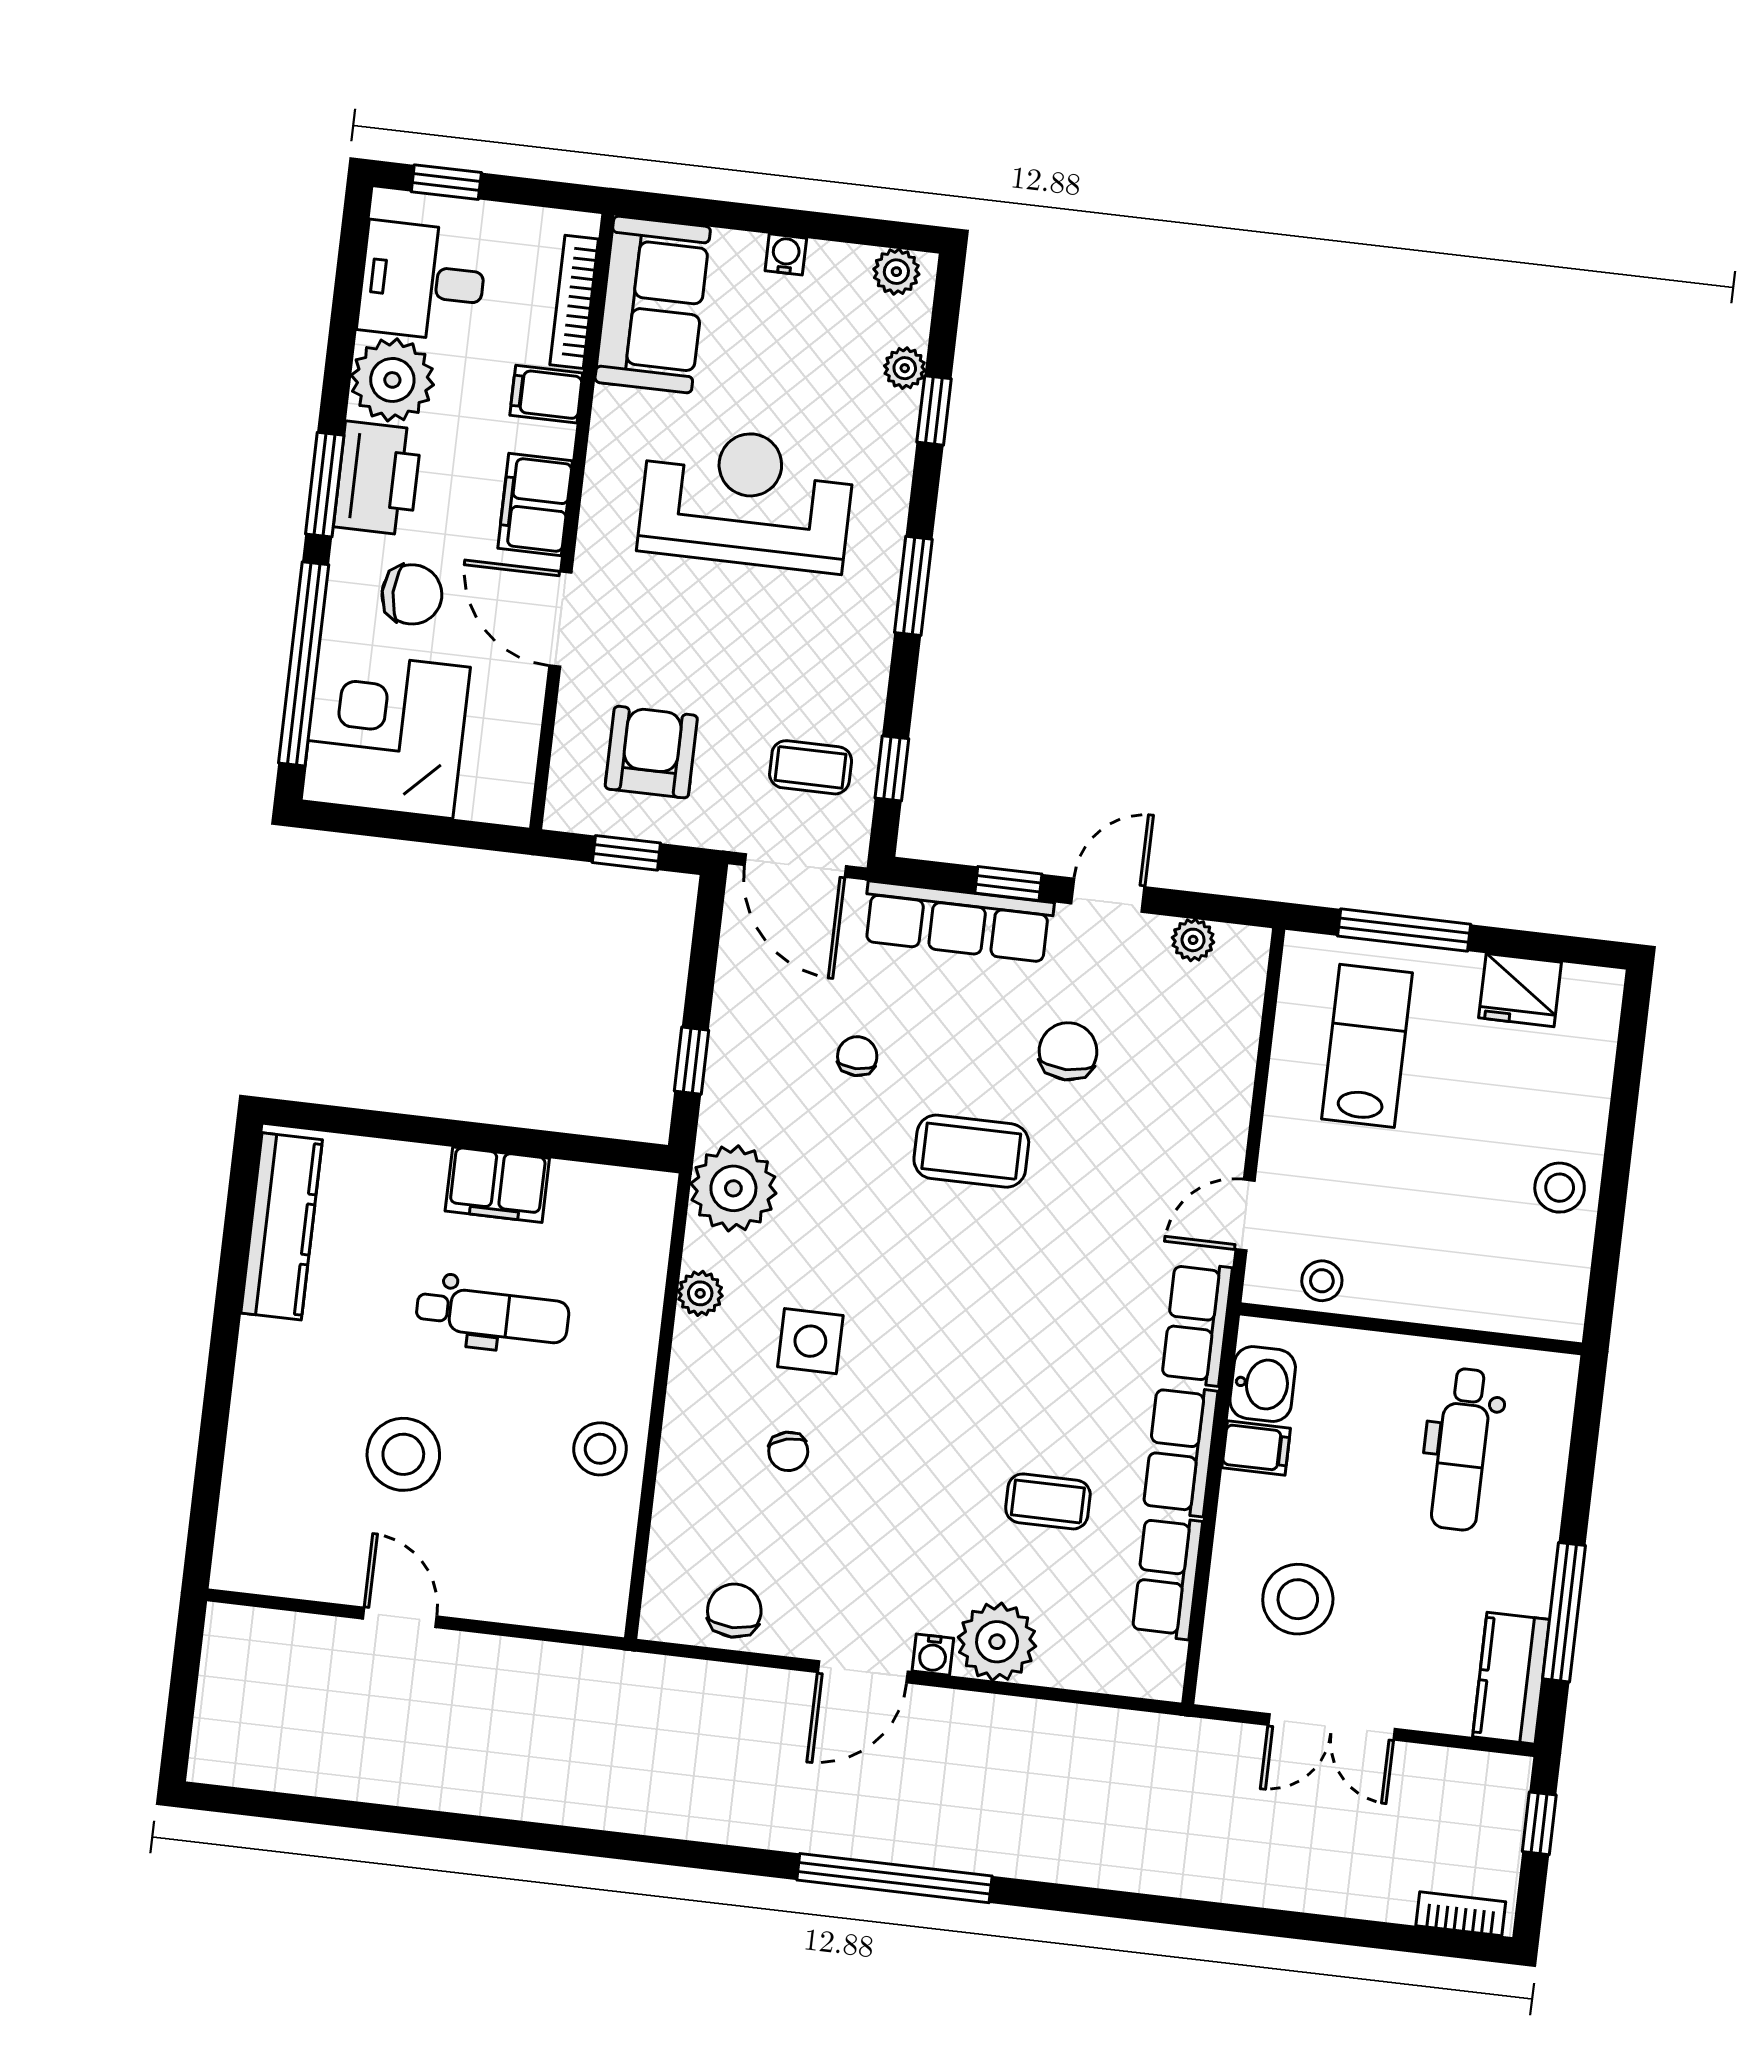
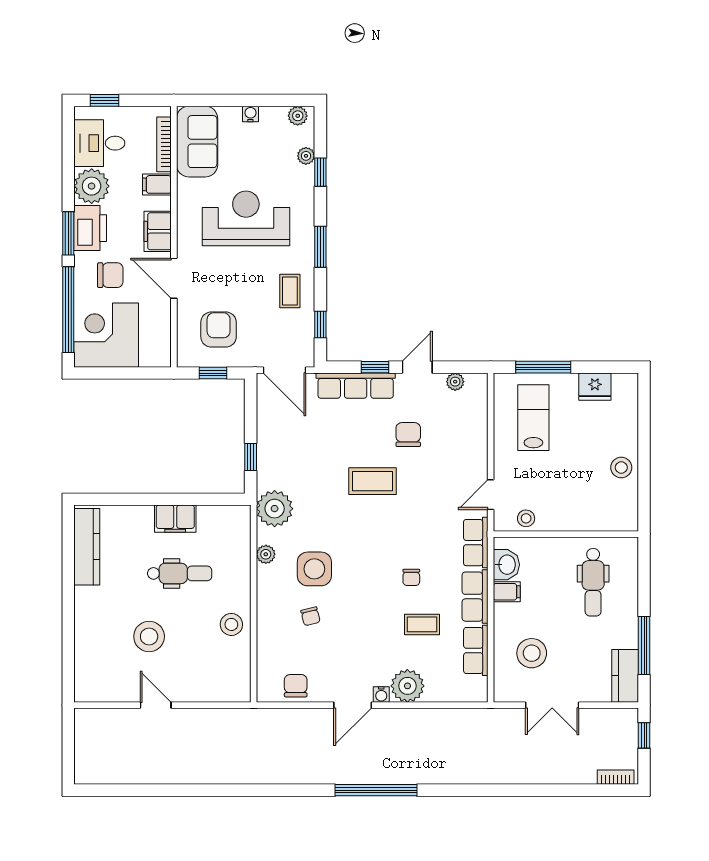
coffee table: (811, 767) -> (290, 291), moved, turned 90
chair: (857, 1056) -> (411, 577), moved, turned 180
side table: (810, 1341) -> (314, 569), width x1.37, depth x1.37

